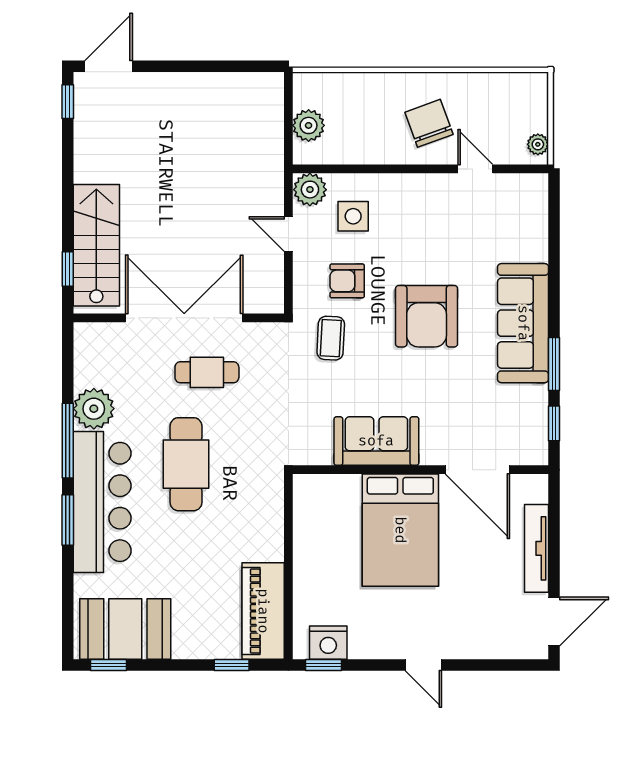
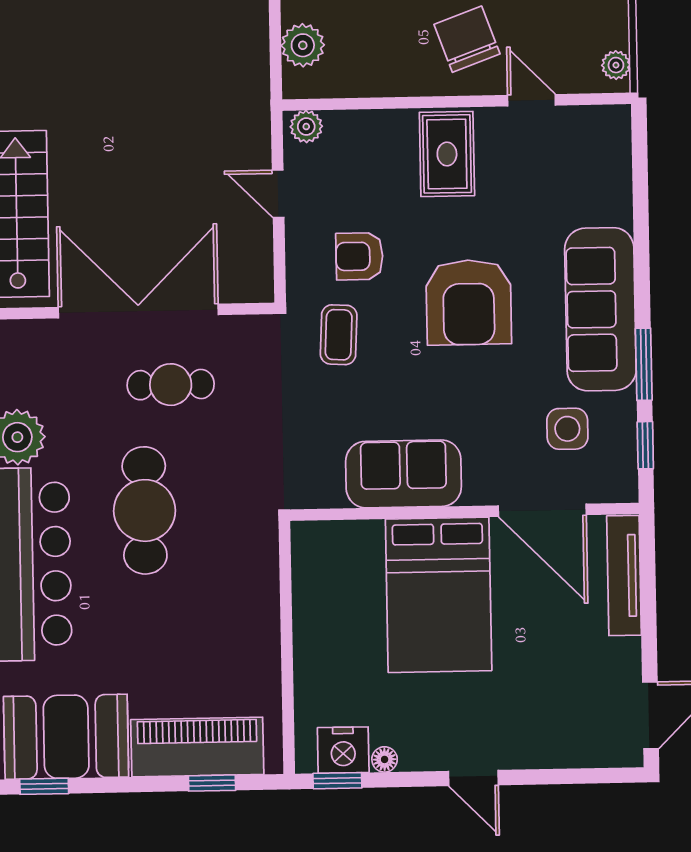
plant: (310, 190) -> (306, 127), width x0.73, depth x0.73
rug: (413, 207) -> (447, 154), added
side table: (353, 216) -> (567, 429), moved
tv unit: (537, 548) -> (624, 575), moved
piano: (263, 611) -> (197, 747), moved, turned 90
floor lamp: (358, 650) -> (385, 759), added

